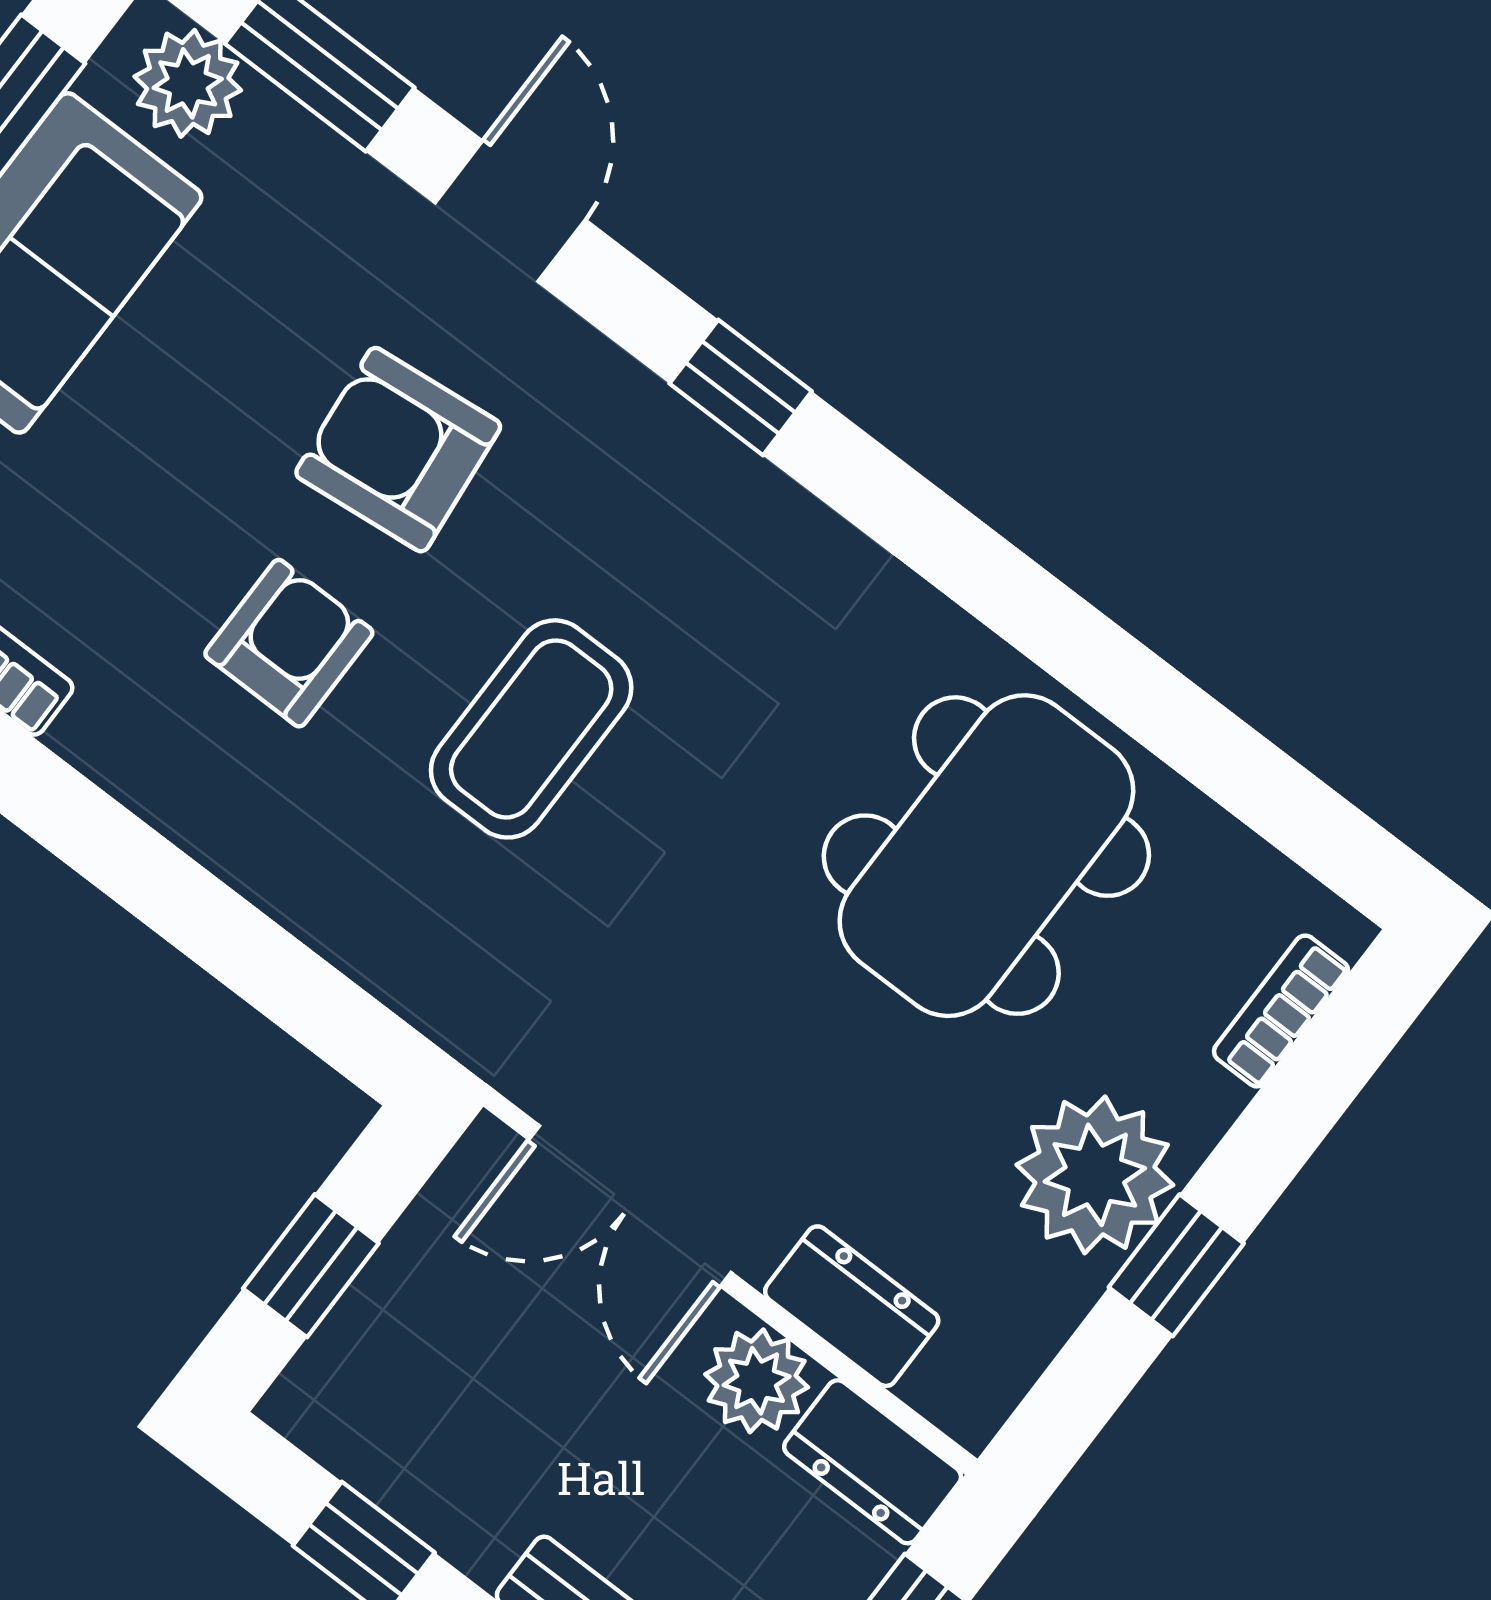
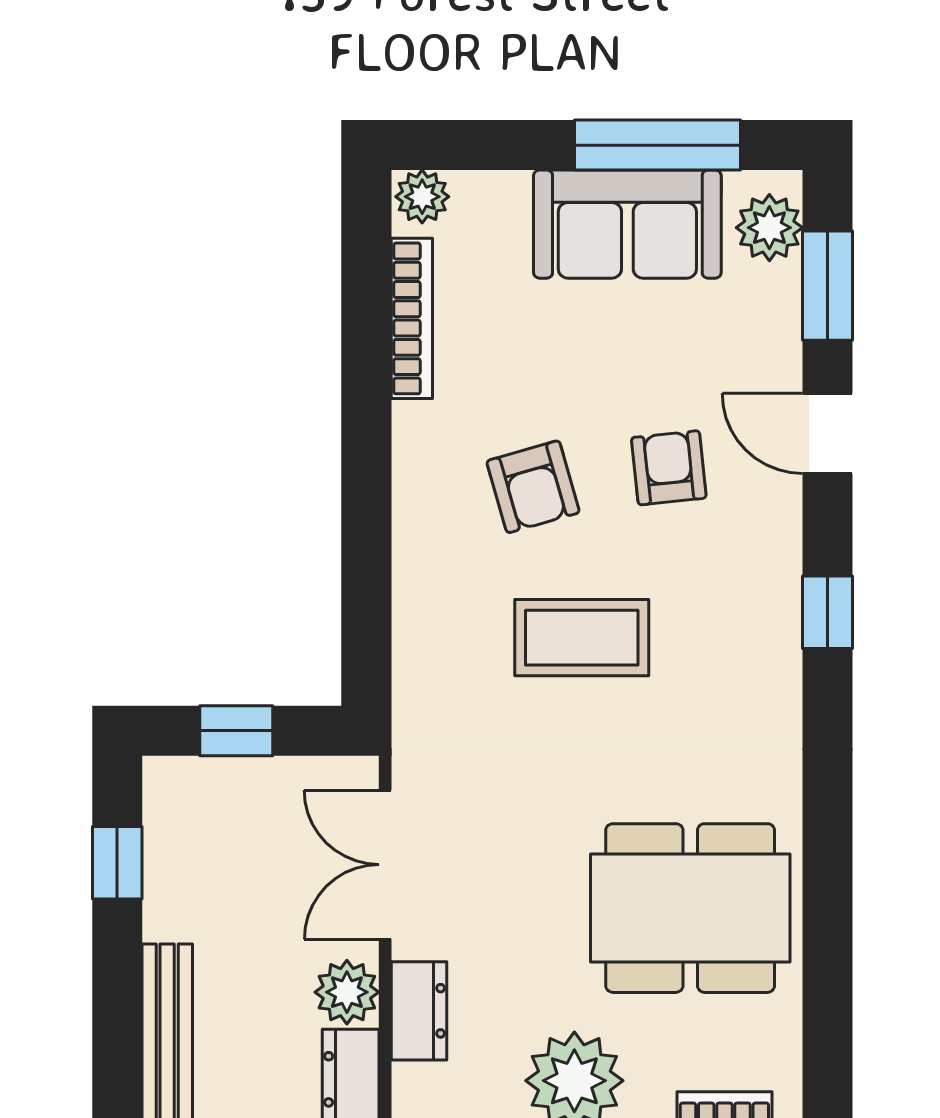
door: (510, 211) -> (827, 434), swing flipped
armchair: (398, 450) -> (669, 468), width x0.72, depth x0.72
armchair: (289, 643) -> (533, 487), turned 74

